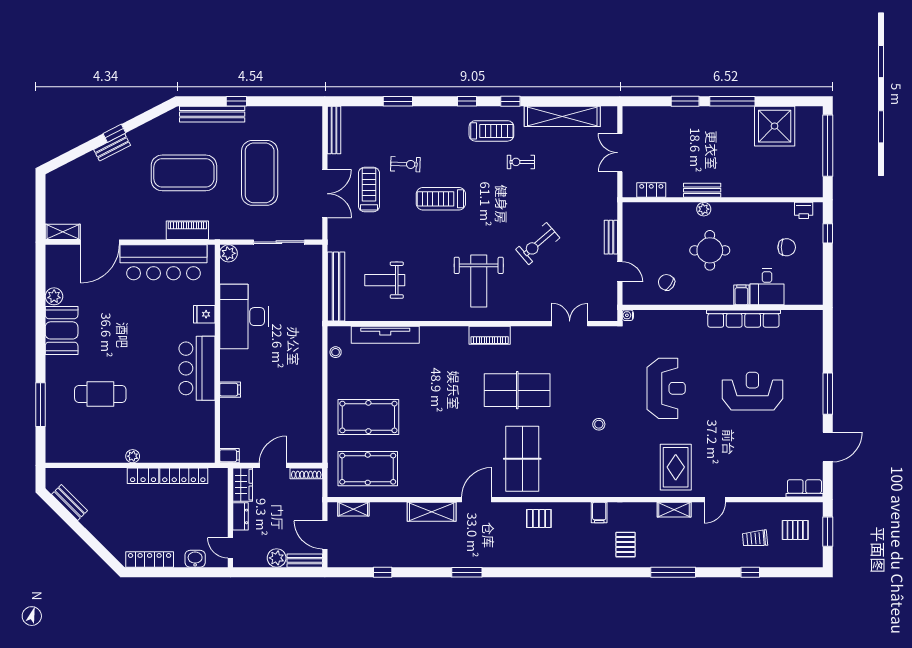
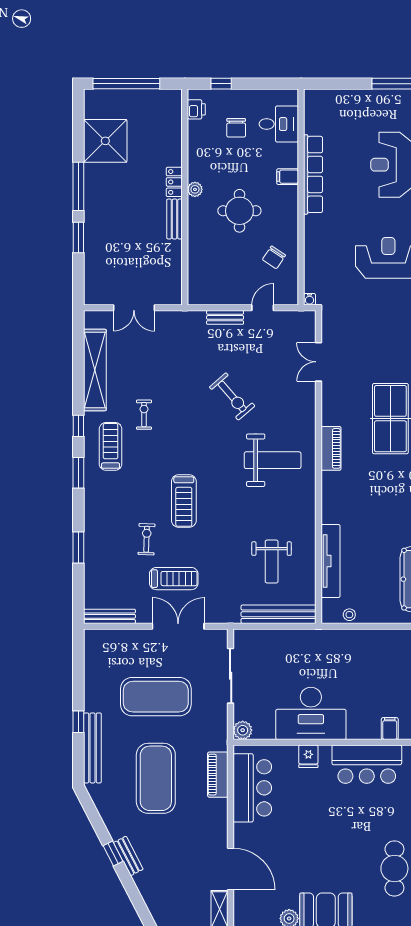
window: (467, 101) -> (78, 473), width x1.50
exercise bike: (521, 162) -> (144, 415), turned 180
treadmill: (369, 189) -> (174, 579), turned 180
locker: (651, 190) -> (174, 182), moved
plant: (704, 209) -> (195, 189), moved
chair: (787, 247) -> (236, 128), turned 180
bar counter: (164, 262) -> (252, 788), width x0.73
desk: (767, 287) -> (279, 124), moved

